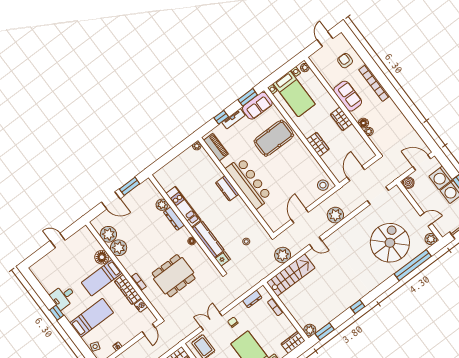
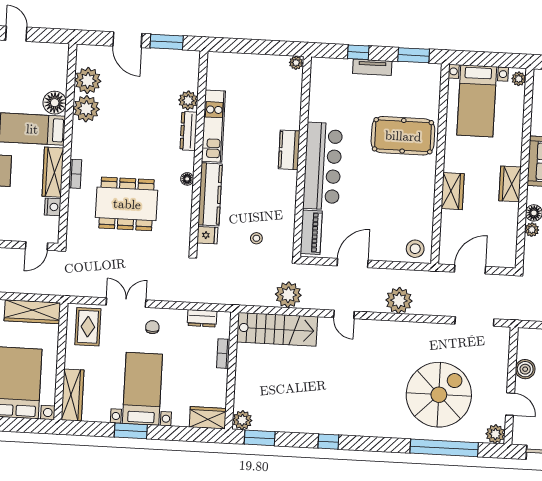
sofa: (257, 106) -> (417, 76), removed
piano: (216, 147) -> (311, 232), moved
boiler: (408, 183) -> (525, 369), moved

